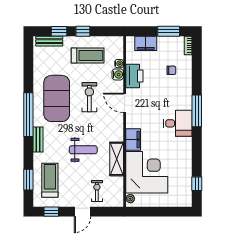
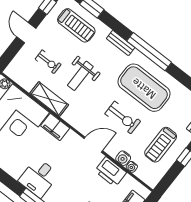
exercise bike: (97, 191) -> (48, 62), moved

